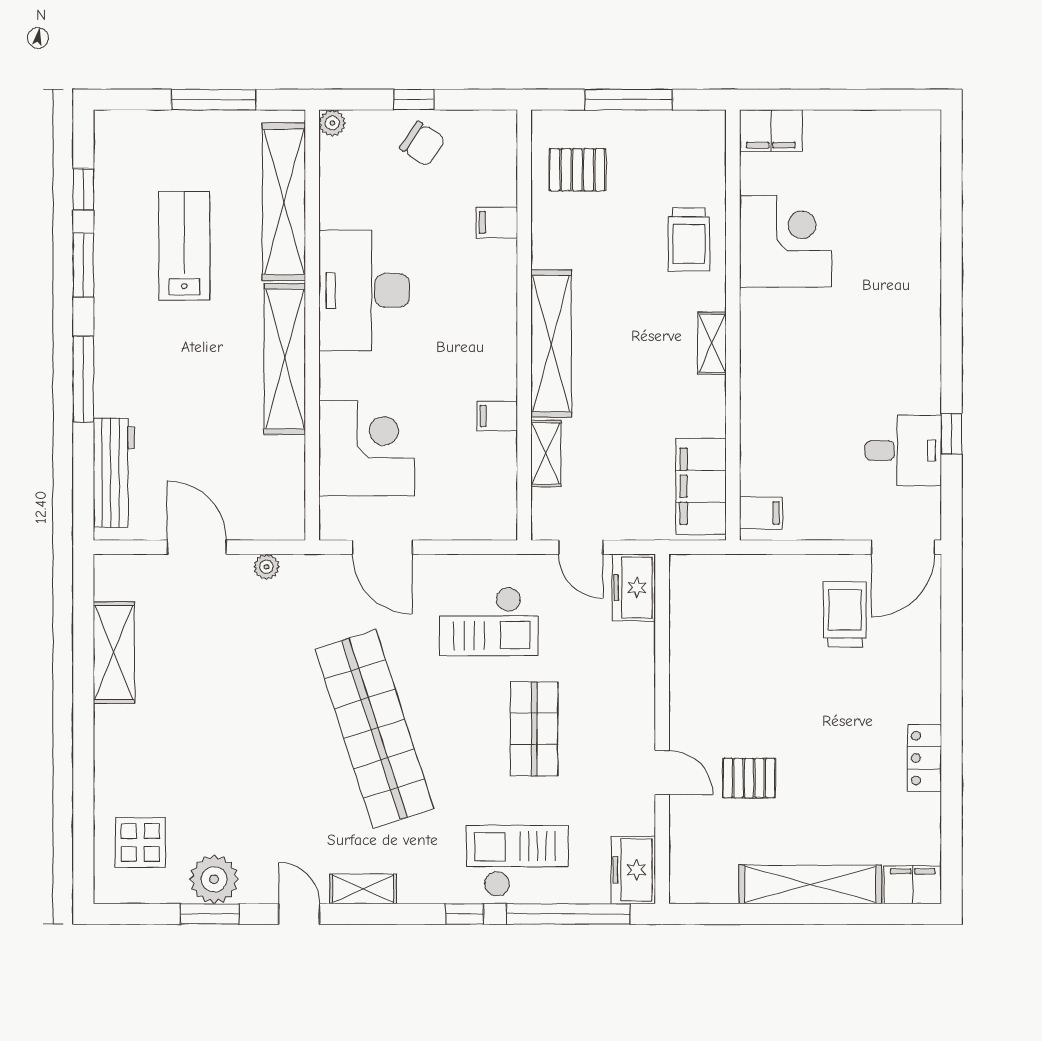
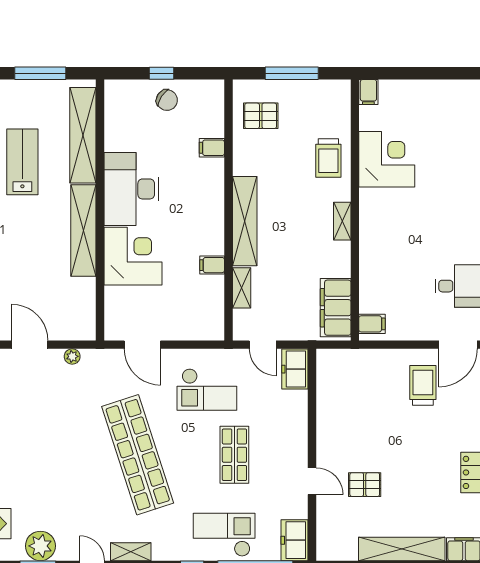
plant: (332, 123) -> (112, 87), removed
filing cabinet: (771, 131) -> (368, 92), width x0.50
corner desk: (367, 448) -> (133, 256), moved

